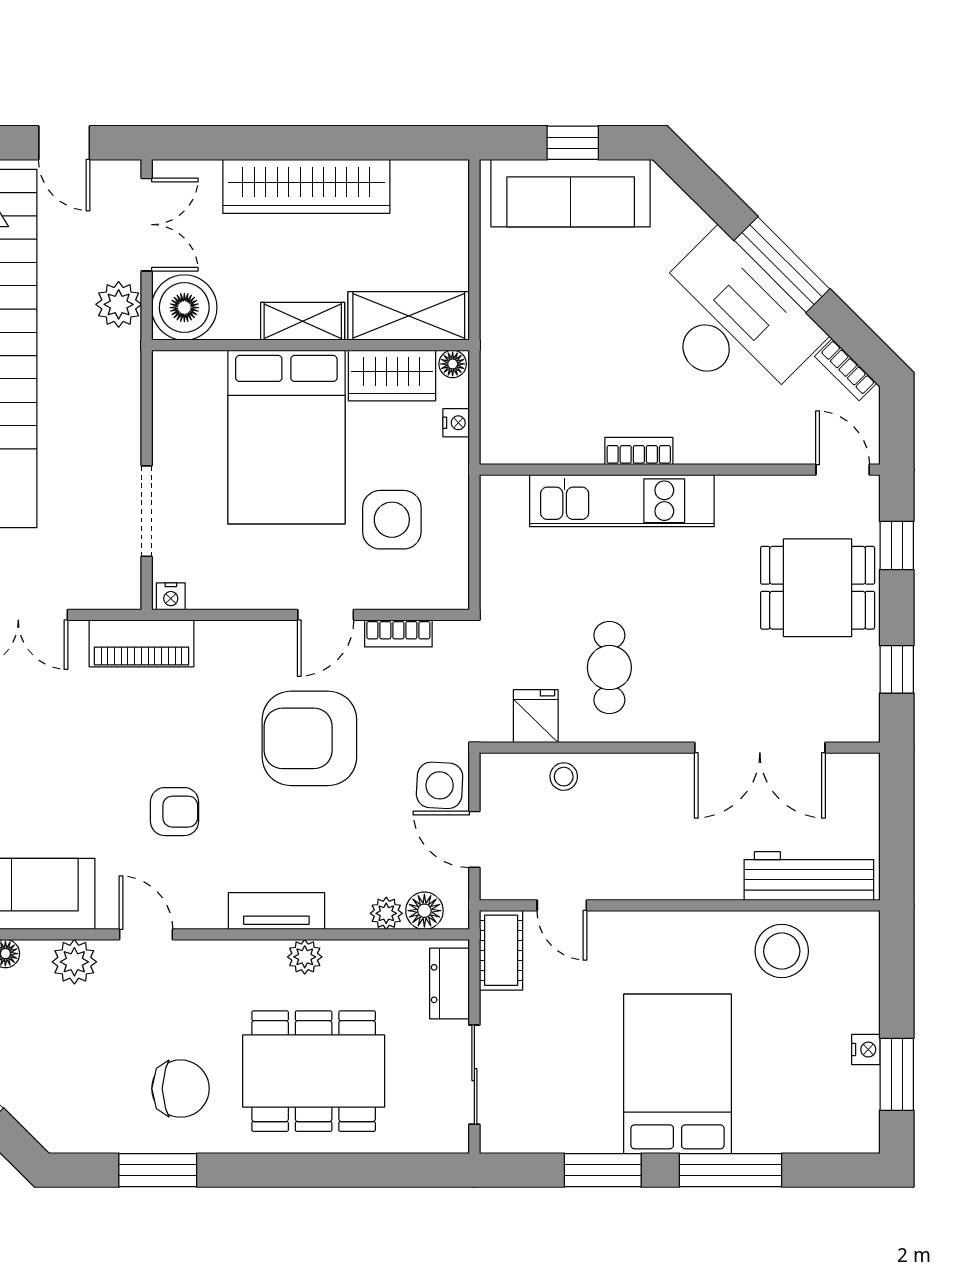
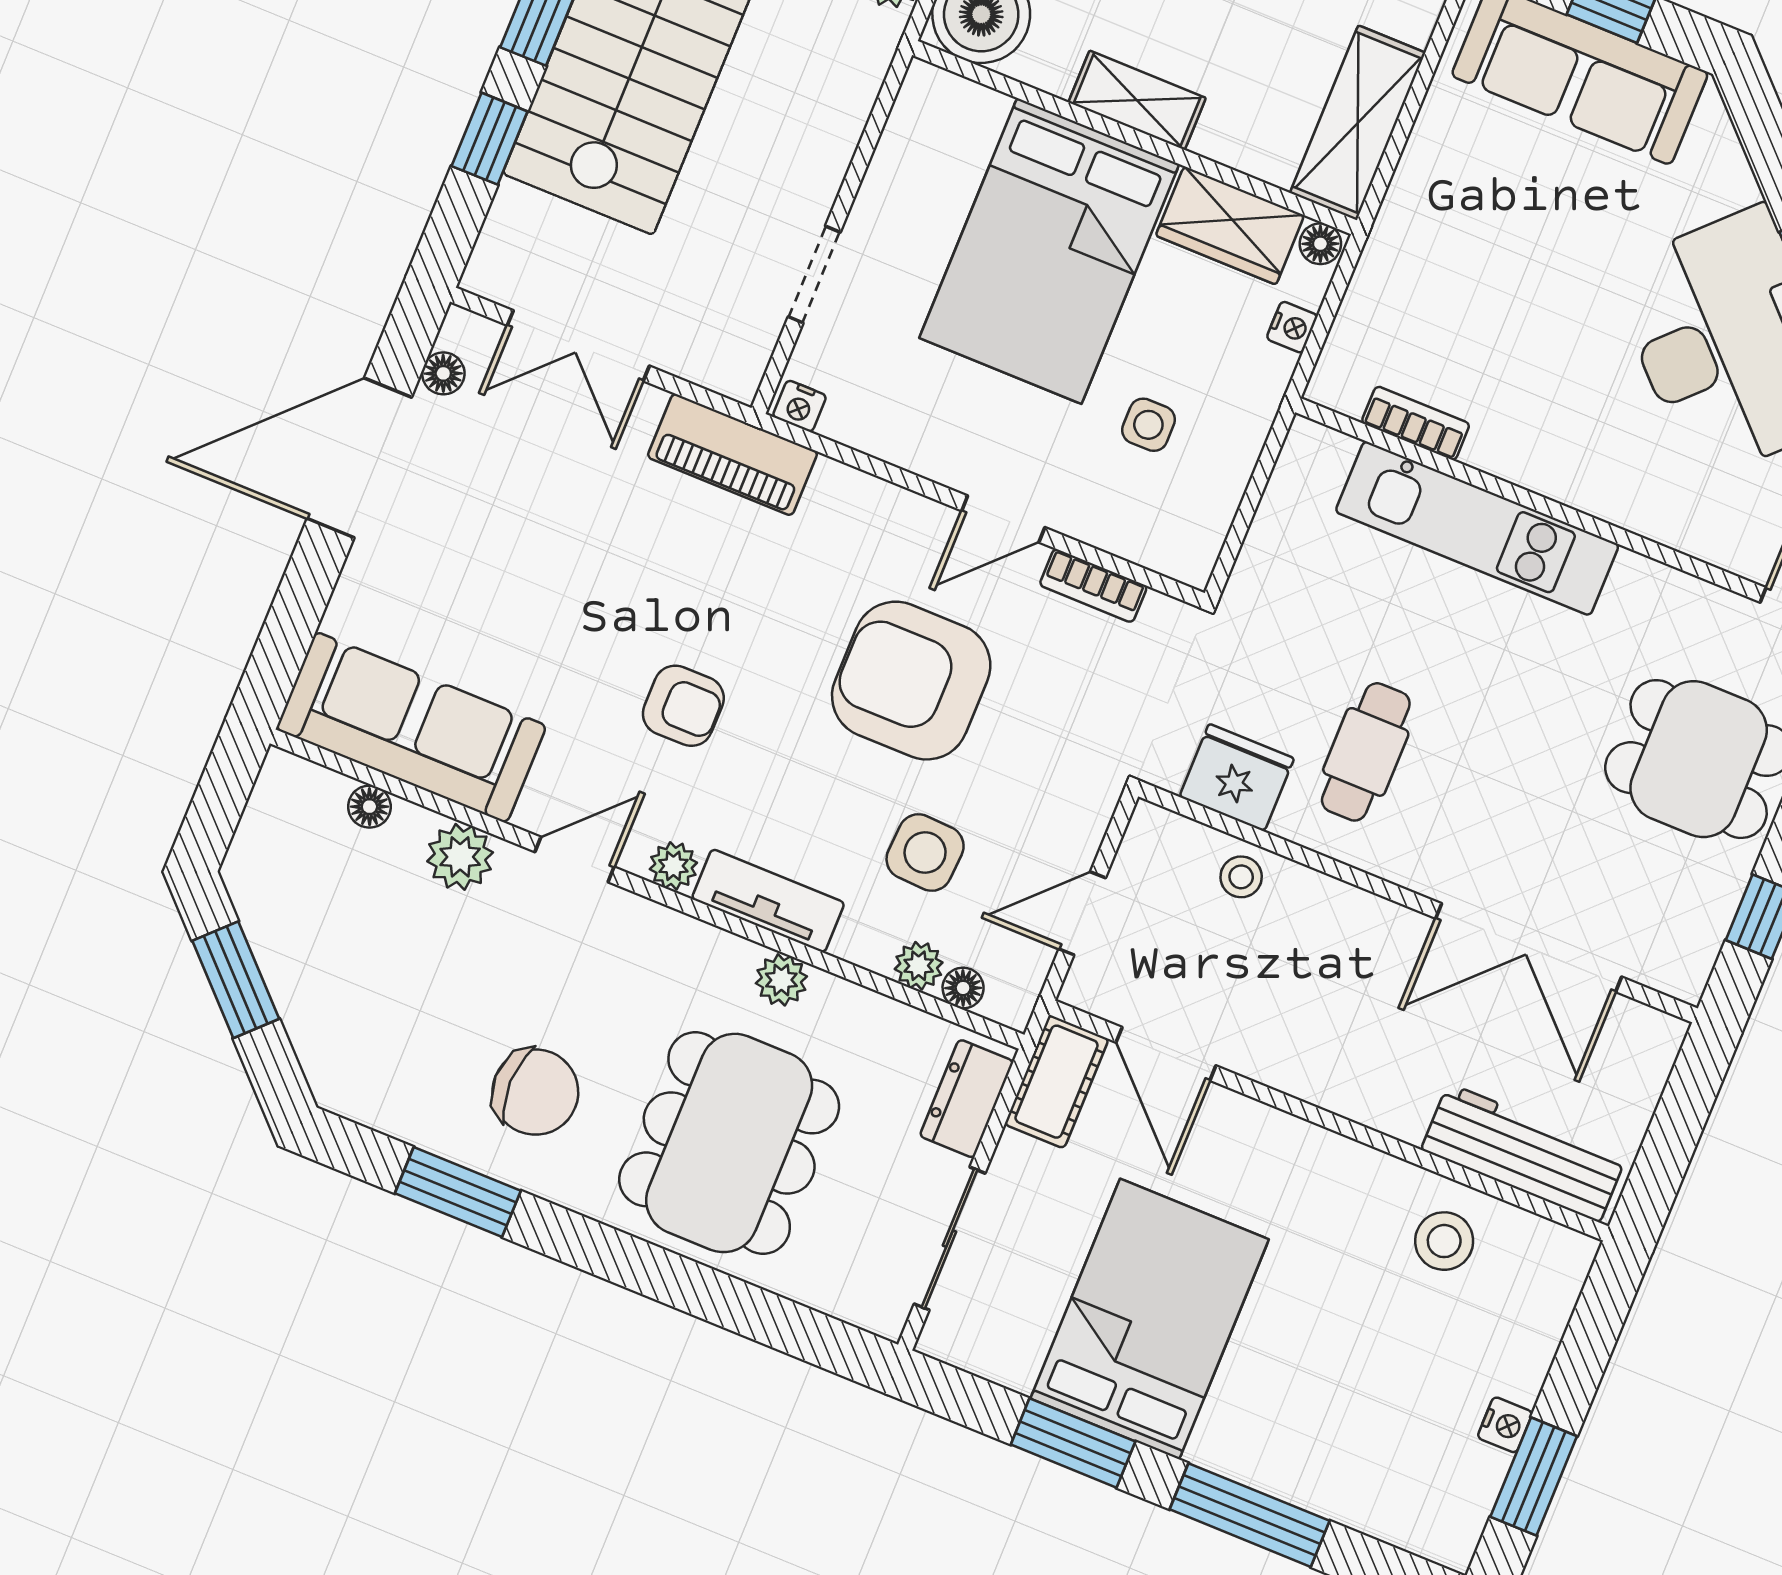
shelving: (409, 316) -> (1358, 123), moved, turned 90
bookcase: (639, 451) -> (1416, 423), moved
doorway: (147, 511) -> (814, 274), width x0.73
side table: (392, 520) -> (1148, 425), width x0.54, depth x0.54
fridge: (536, 716) -> (1237, 778), width x1.38
side table: (440, 785) -> (925, 852), moved
door: (474, 839) -> (1082, 913), hinge flipped
door: (562, 905) -> (1166, 1054), width x1.38
floor lamp: (424, 911) -> (963, 988), width x0.73, depth x0.73
plant: (209, 913) -> (673, 866), added
door: (146, 934) -> (575, 859), hinge flipped
stool: (782, 951) -> (1444, 1241), width x0.73, depth x0.73
dining table: (314, 1071) -> (729, 1143), turned 90
bed: (677, 1074) -> (1150, 1319), moved

